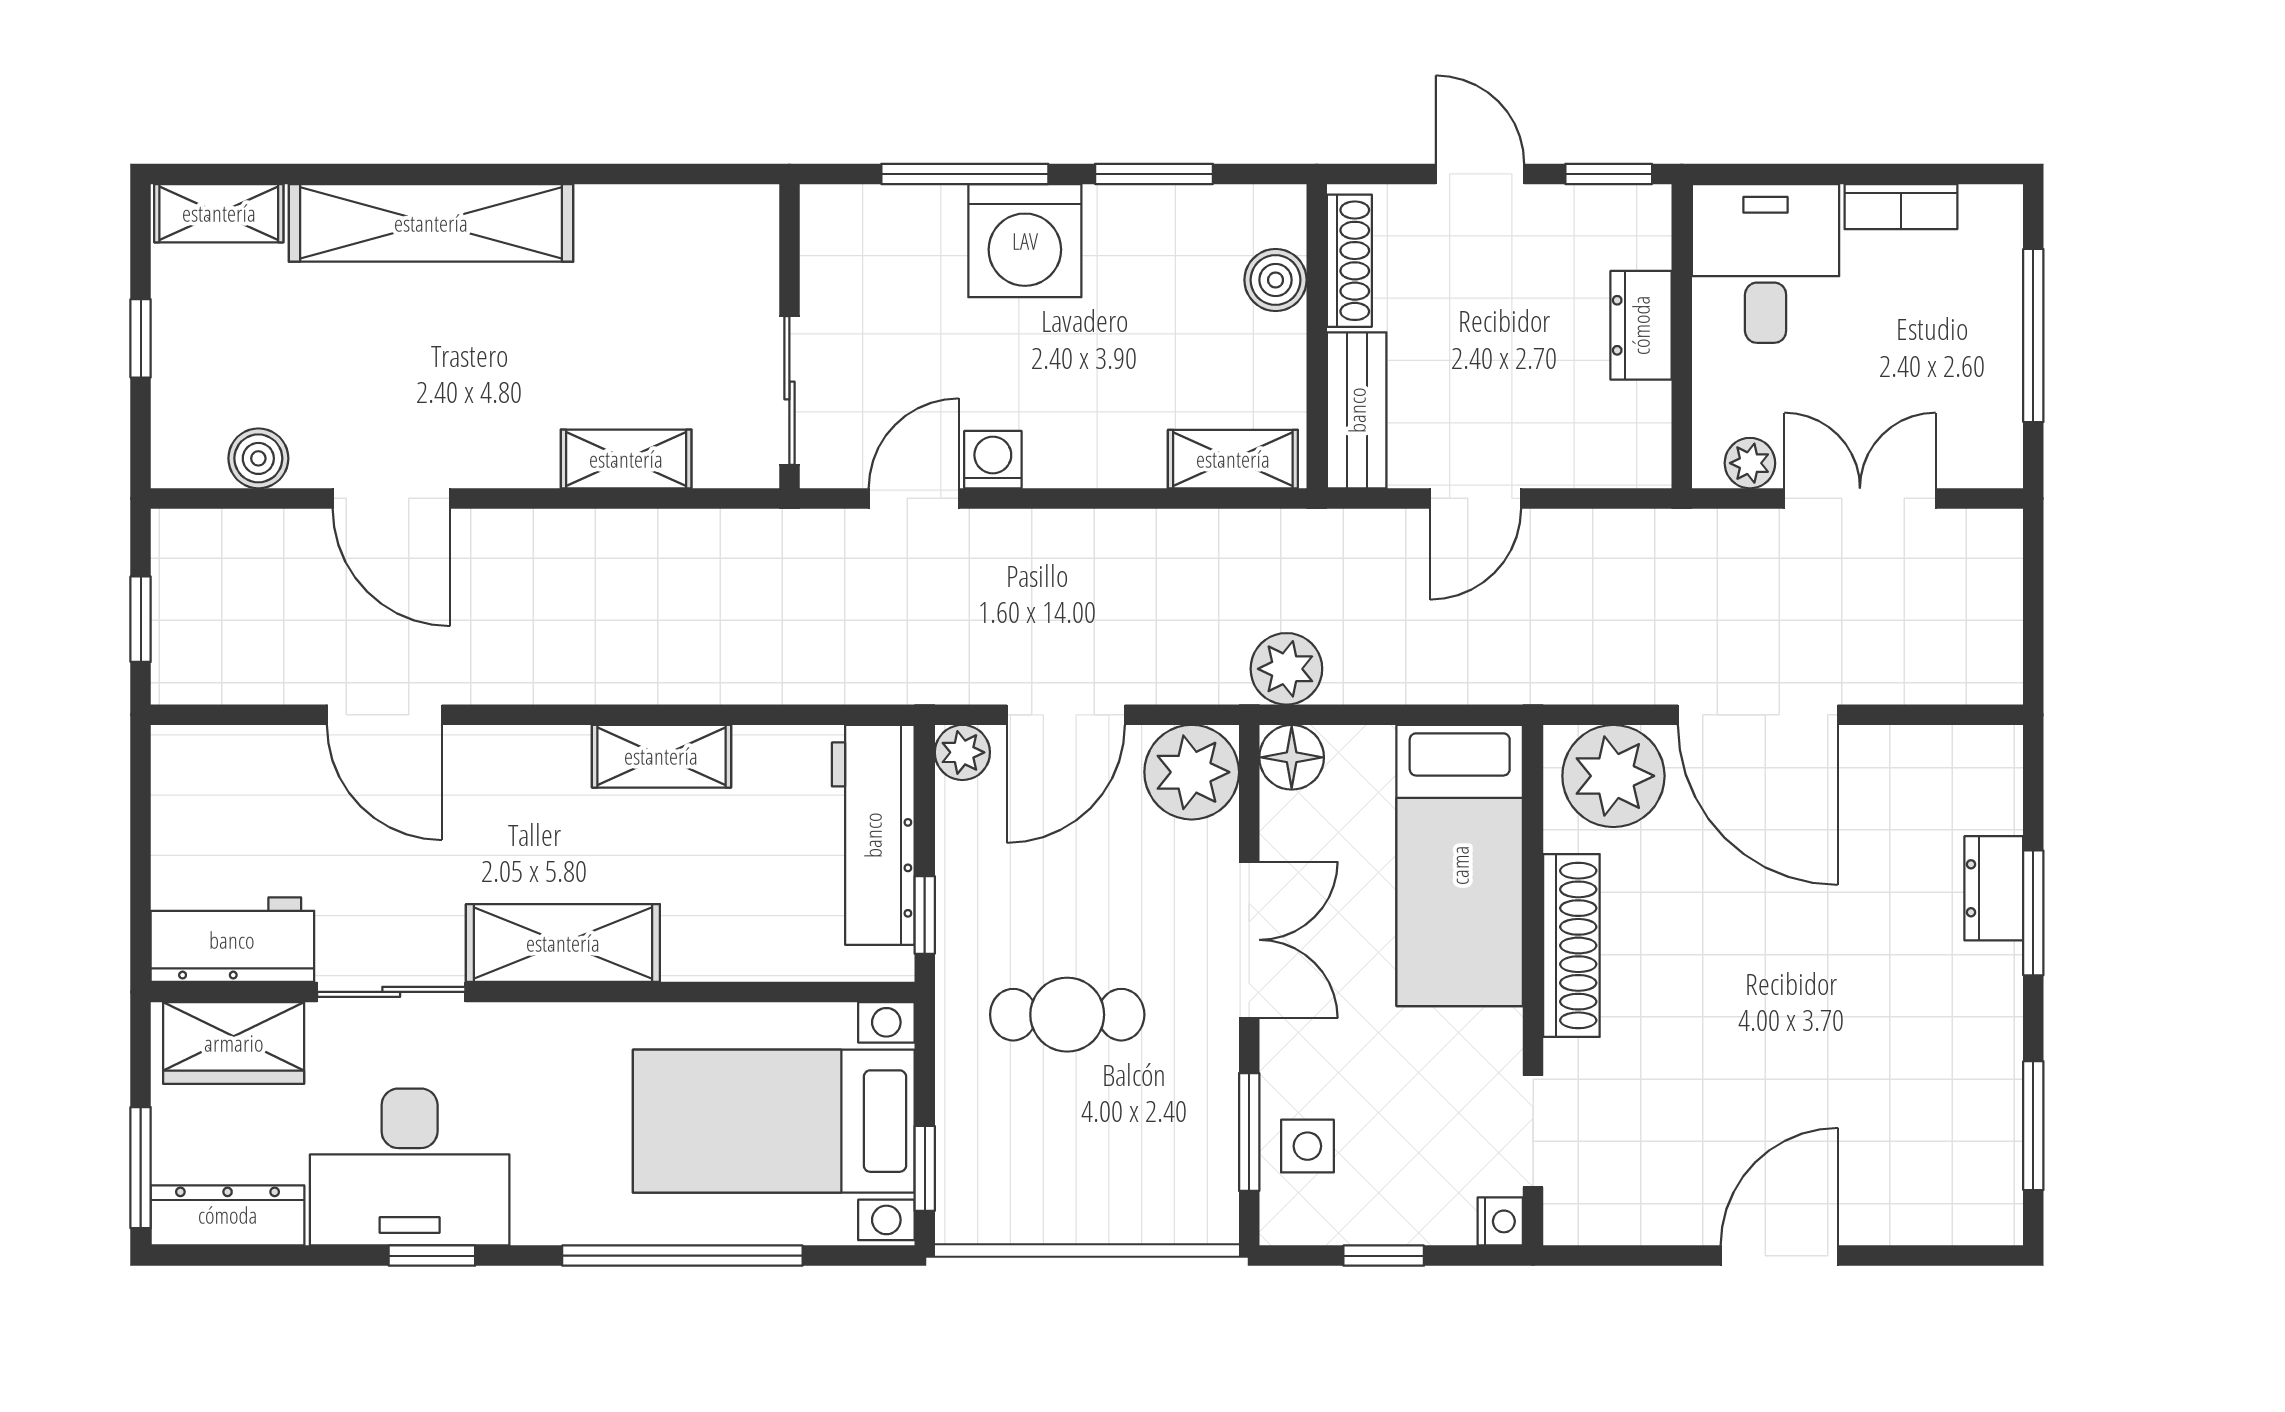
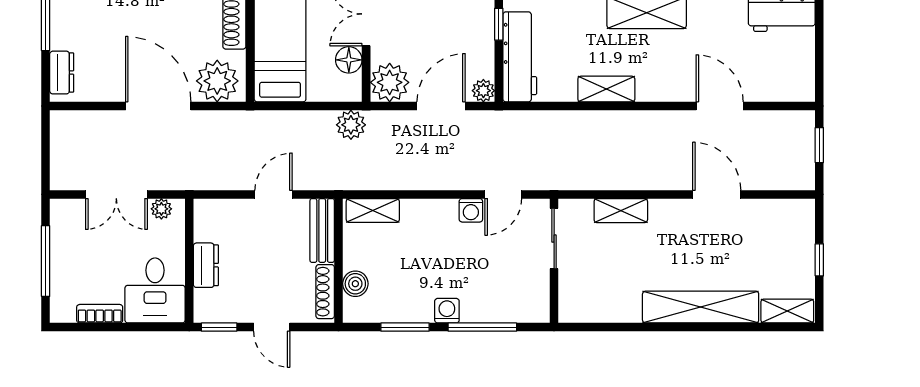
washing machine: (1025, 241) -> (447, 311), width x0.53, depth x0.53
boiler: (258, 458) -> (771, 211), removed
floor lamp: (1292, 757) -> (349, 60), moved
dresser: (1994, 888) -> (62, 73), moved

